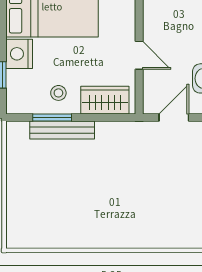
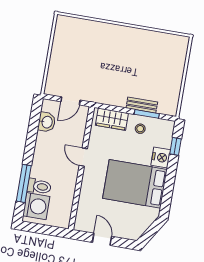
door: (139, 55) -> (83, 157), moved
bench: (62, 130) -> (142, 105), width x0.73

